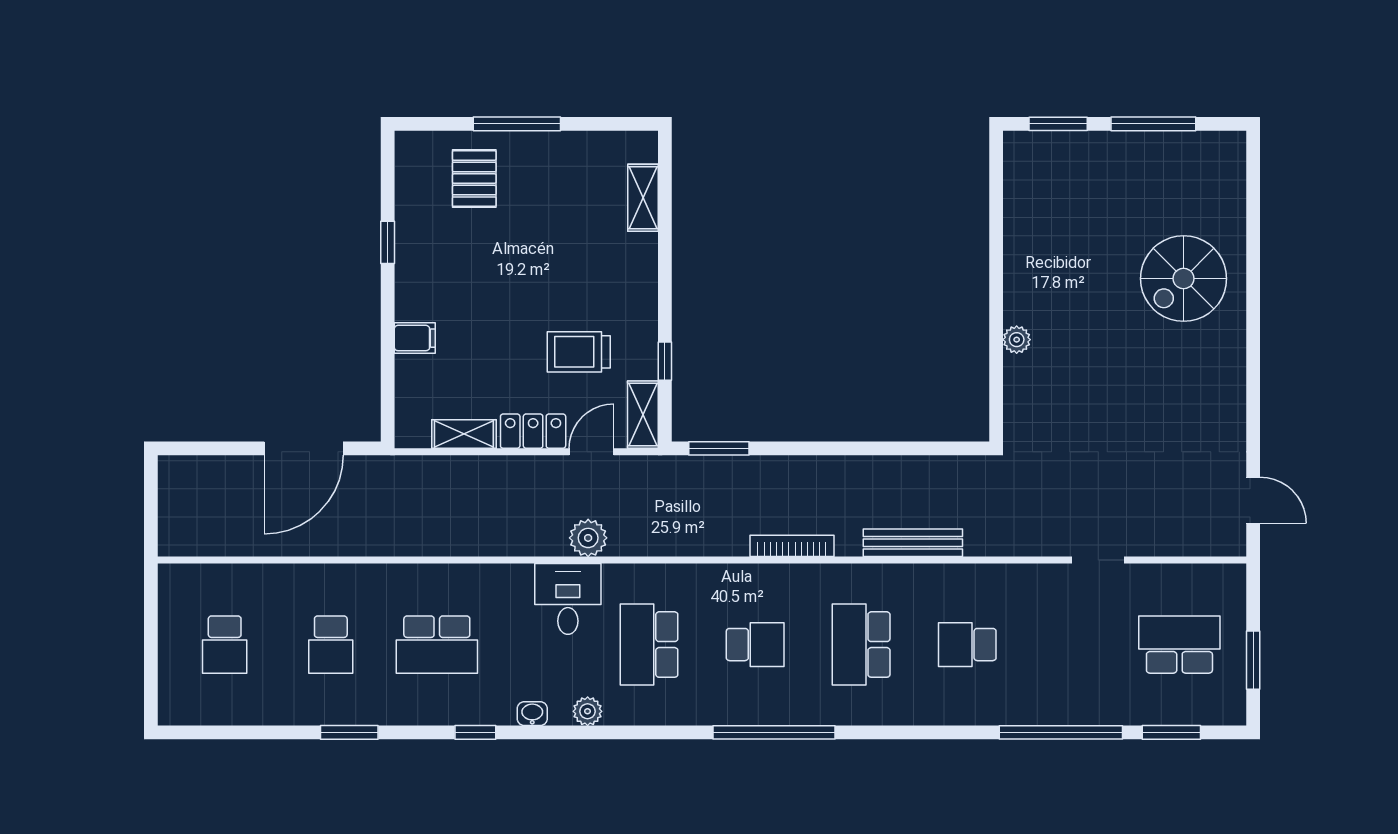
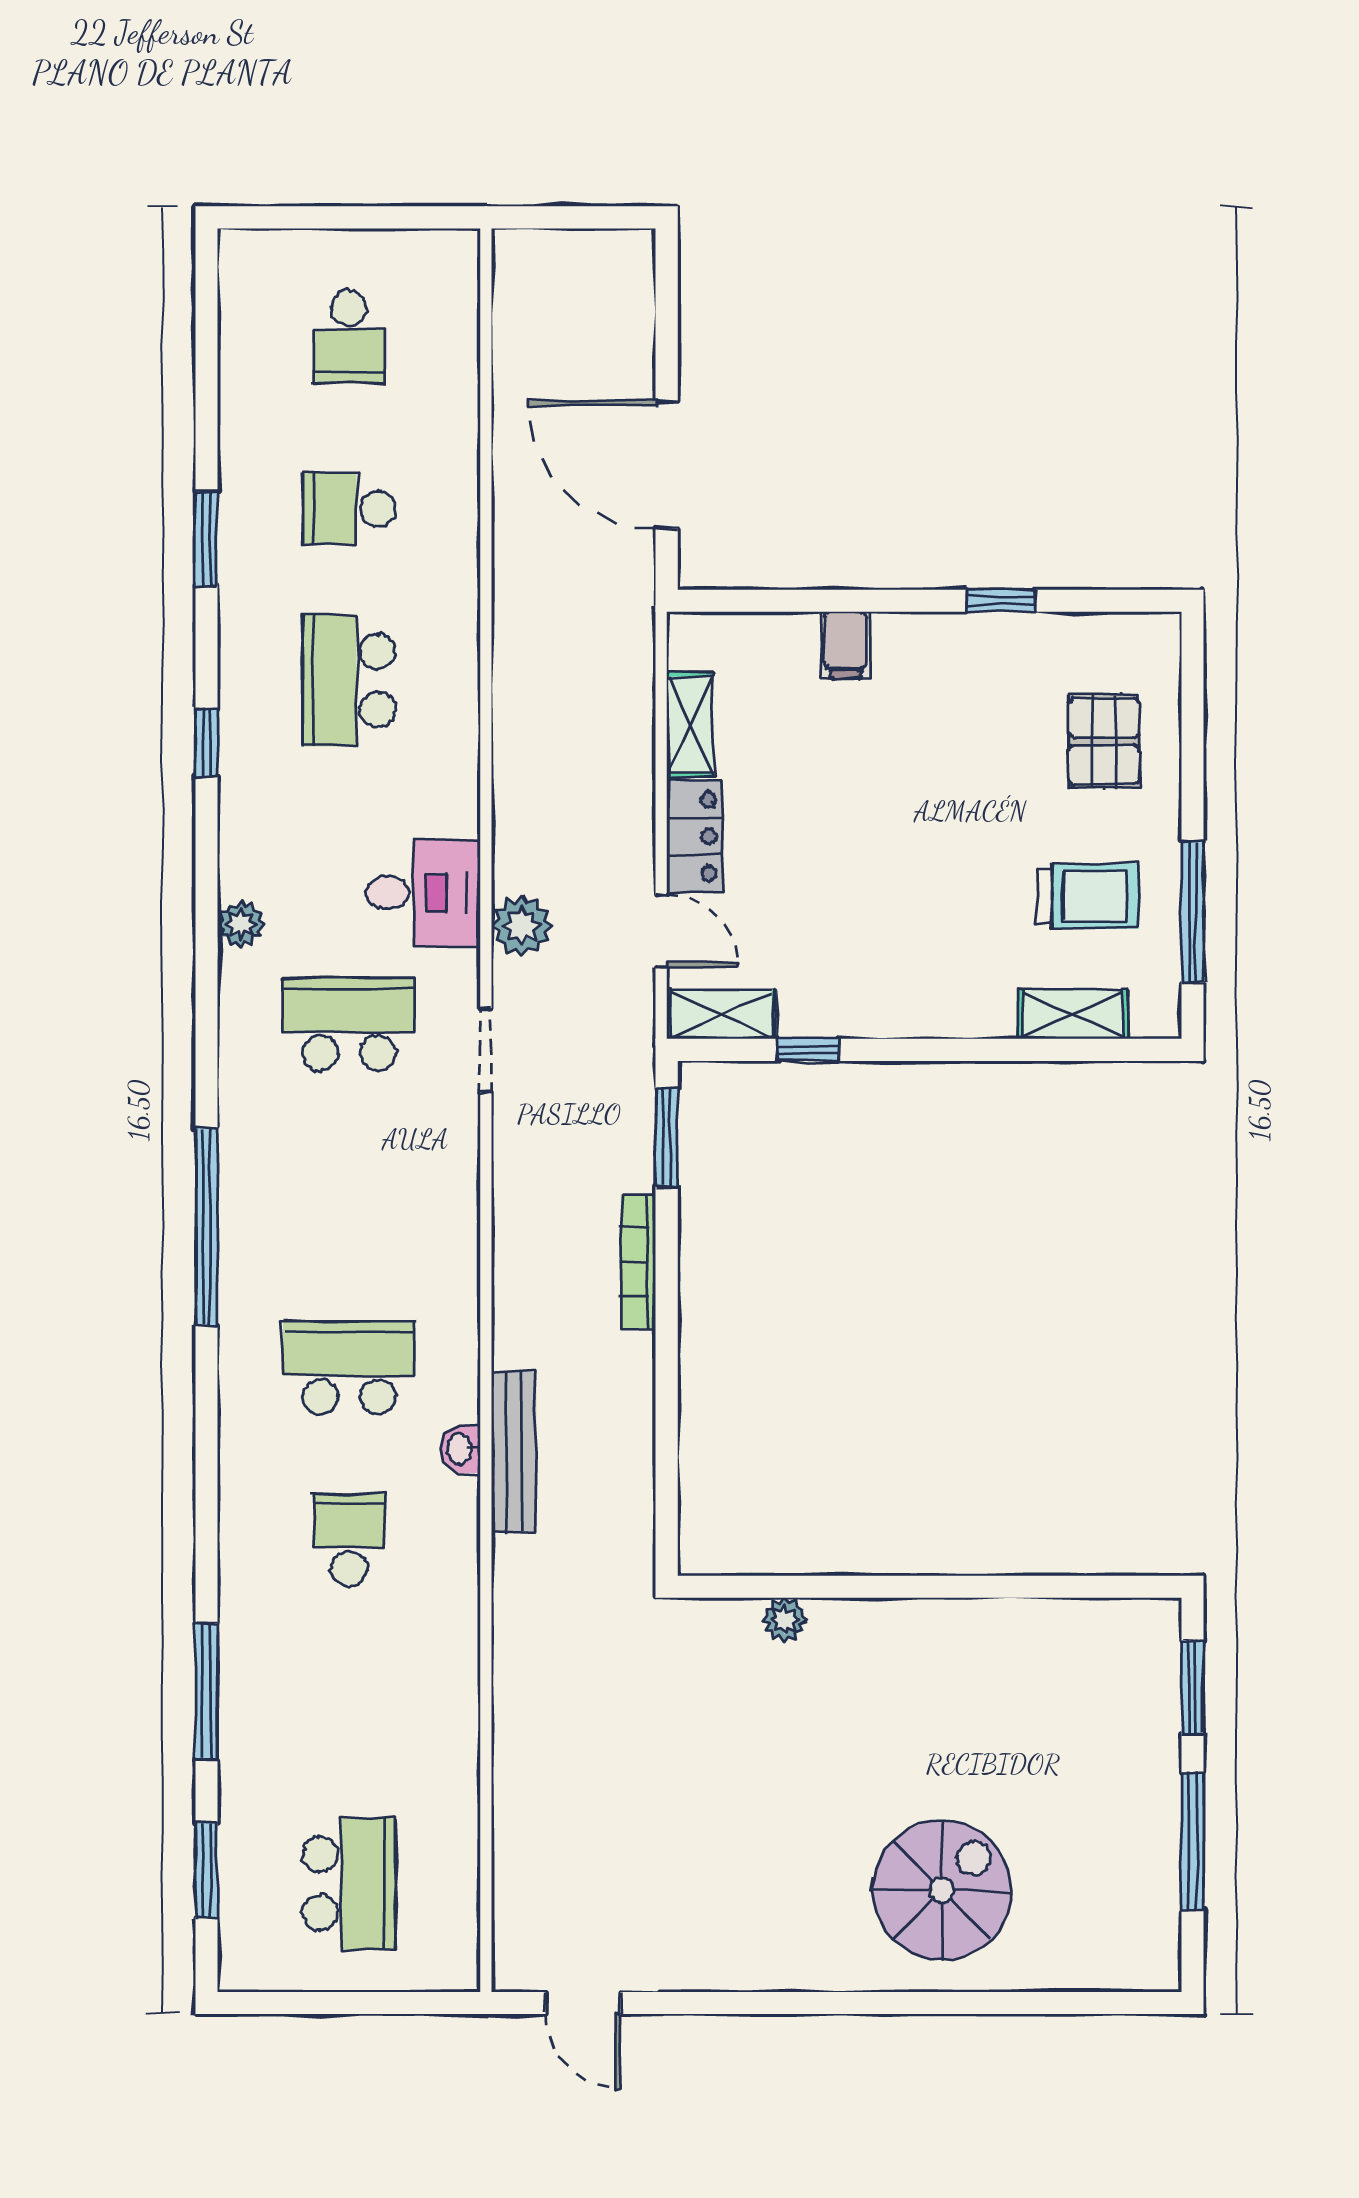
window: (517, 124) -> (1192, 912), moved
pallet: (474, 179) -> (1104, 741), turned 90
spiral stairs: (1184, 279) -> (942, 1890), turned 90
plant: (1017, 340) -> (785, 1620), moved
trolley: (579, 352) -> (1088, 896), moved, turned 90
door: (1253, 500) -> (583, 2003), hinge flipped
bookcase: (792, 546) -> (638, 1262), moved, turned 180
doorway: (1098, 560) -> (486, 1050), moved
school desk: (225, 645) -> (349, 337), turned -90
school desk: (755, 645) -> (349, 1196), removed
window: (1253, 660) -> (324, 2003), removed
washbasin: (532, 714) -> (461, 1449), moved, turned 180
window: (1061, 732) -> (207, 1691), width x0.68

